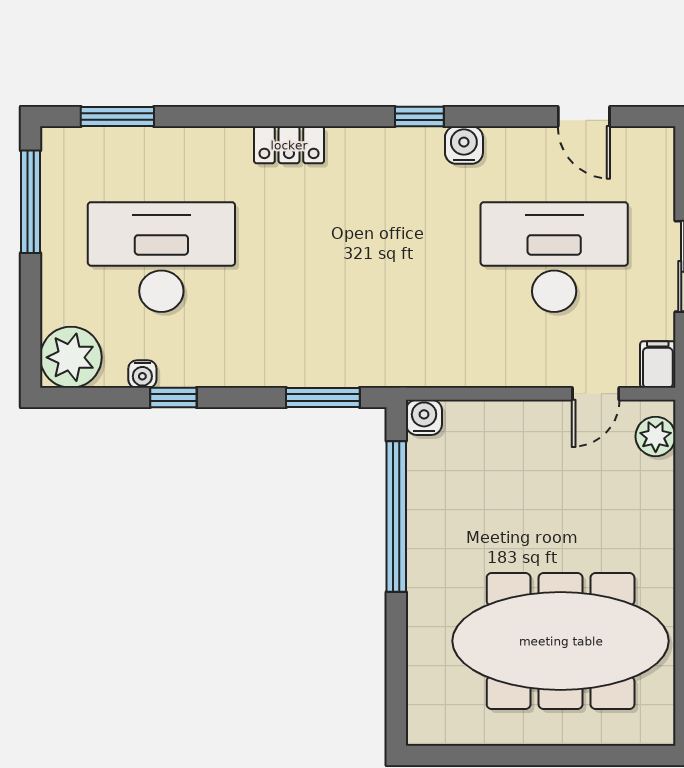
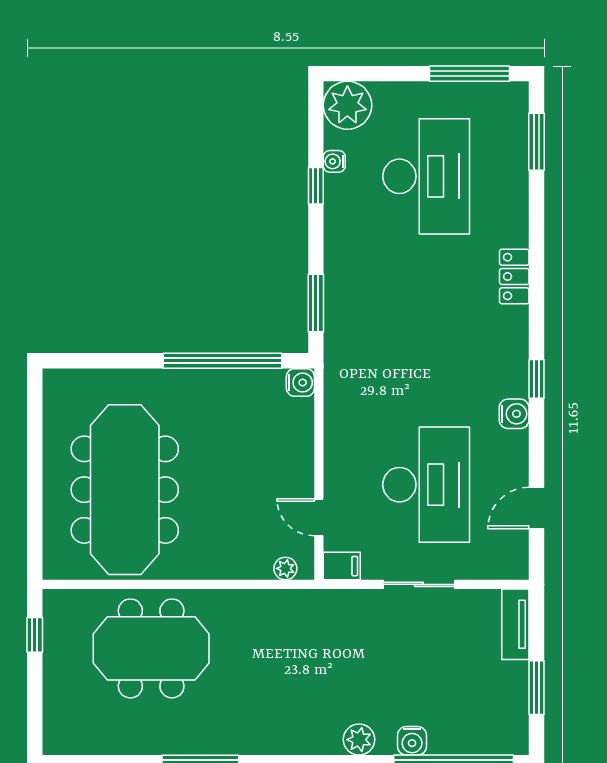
plant: (656, 436) -> (285, 568), width x0.73, depth x0.73

